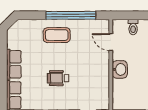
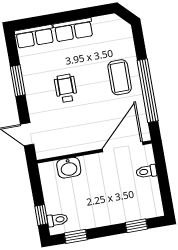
door: (111, 42) -> (123, 147), width x1.88
washbasin: (120, 69) -> (69, 168), moved

